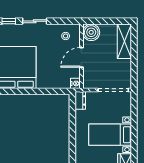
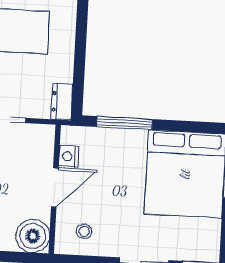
nightstand: (75, 83) -> (69, 156), moved
window: (48, 91) -> (124, 123), added

